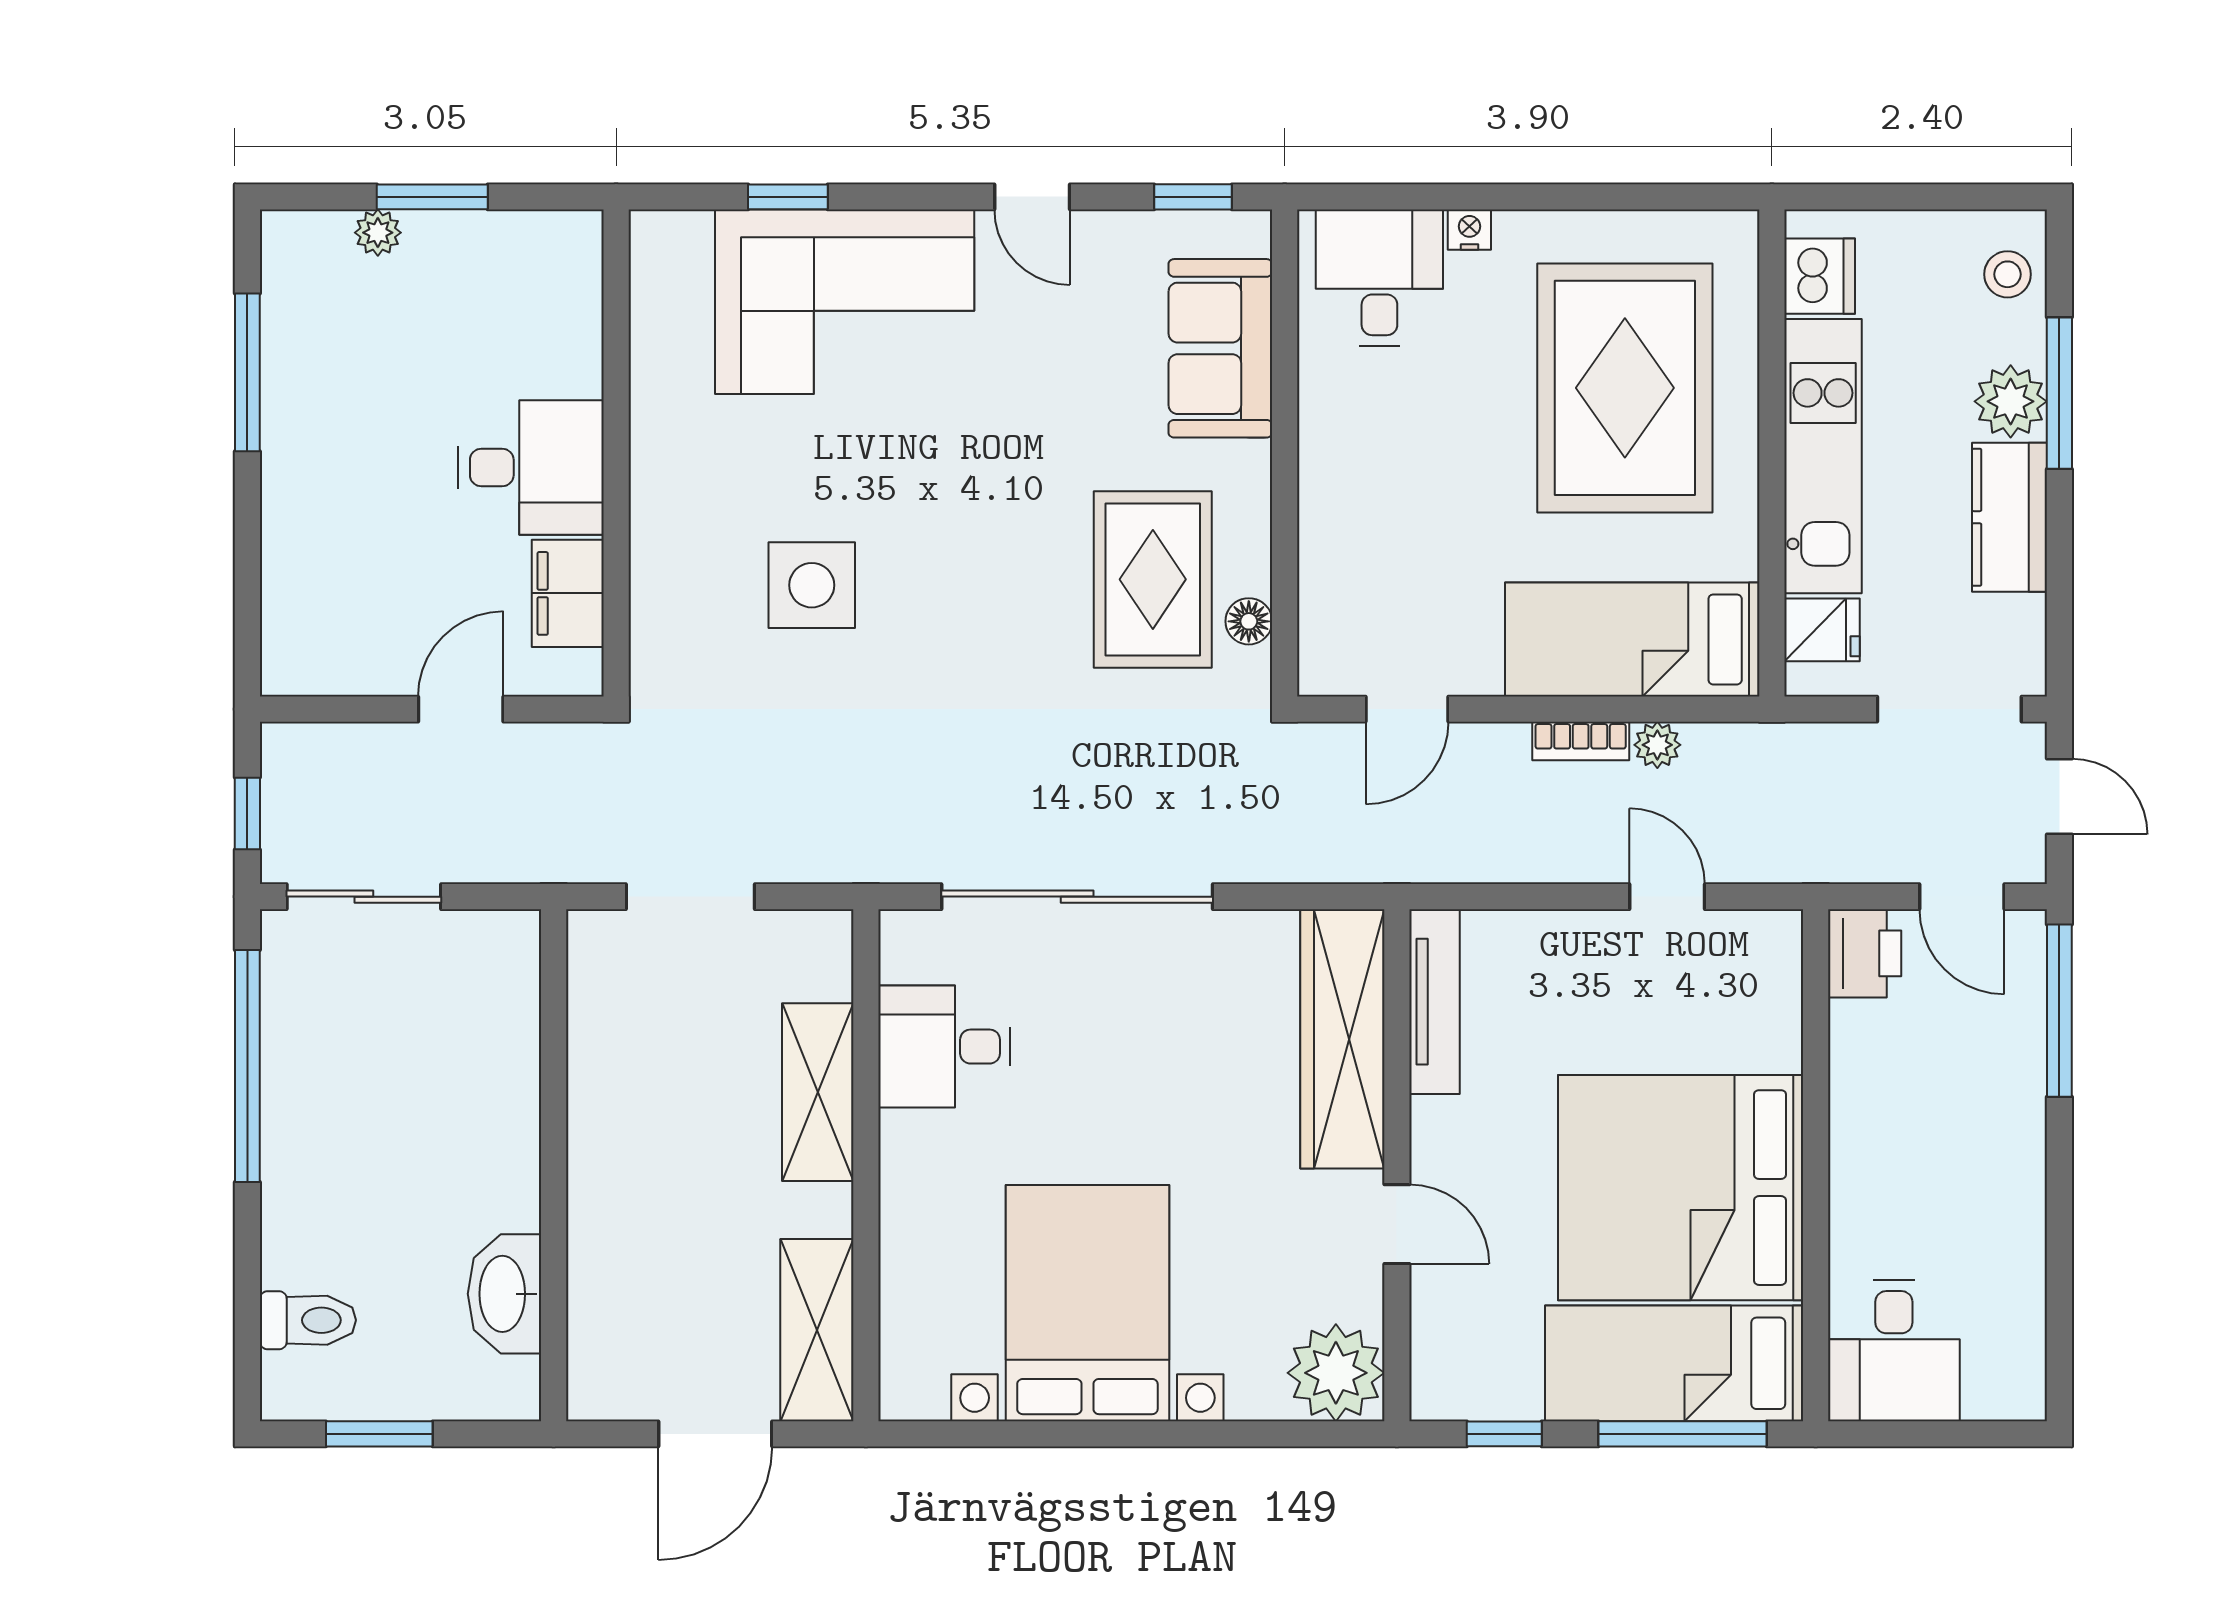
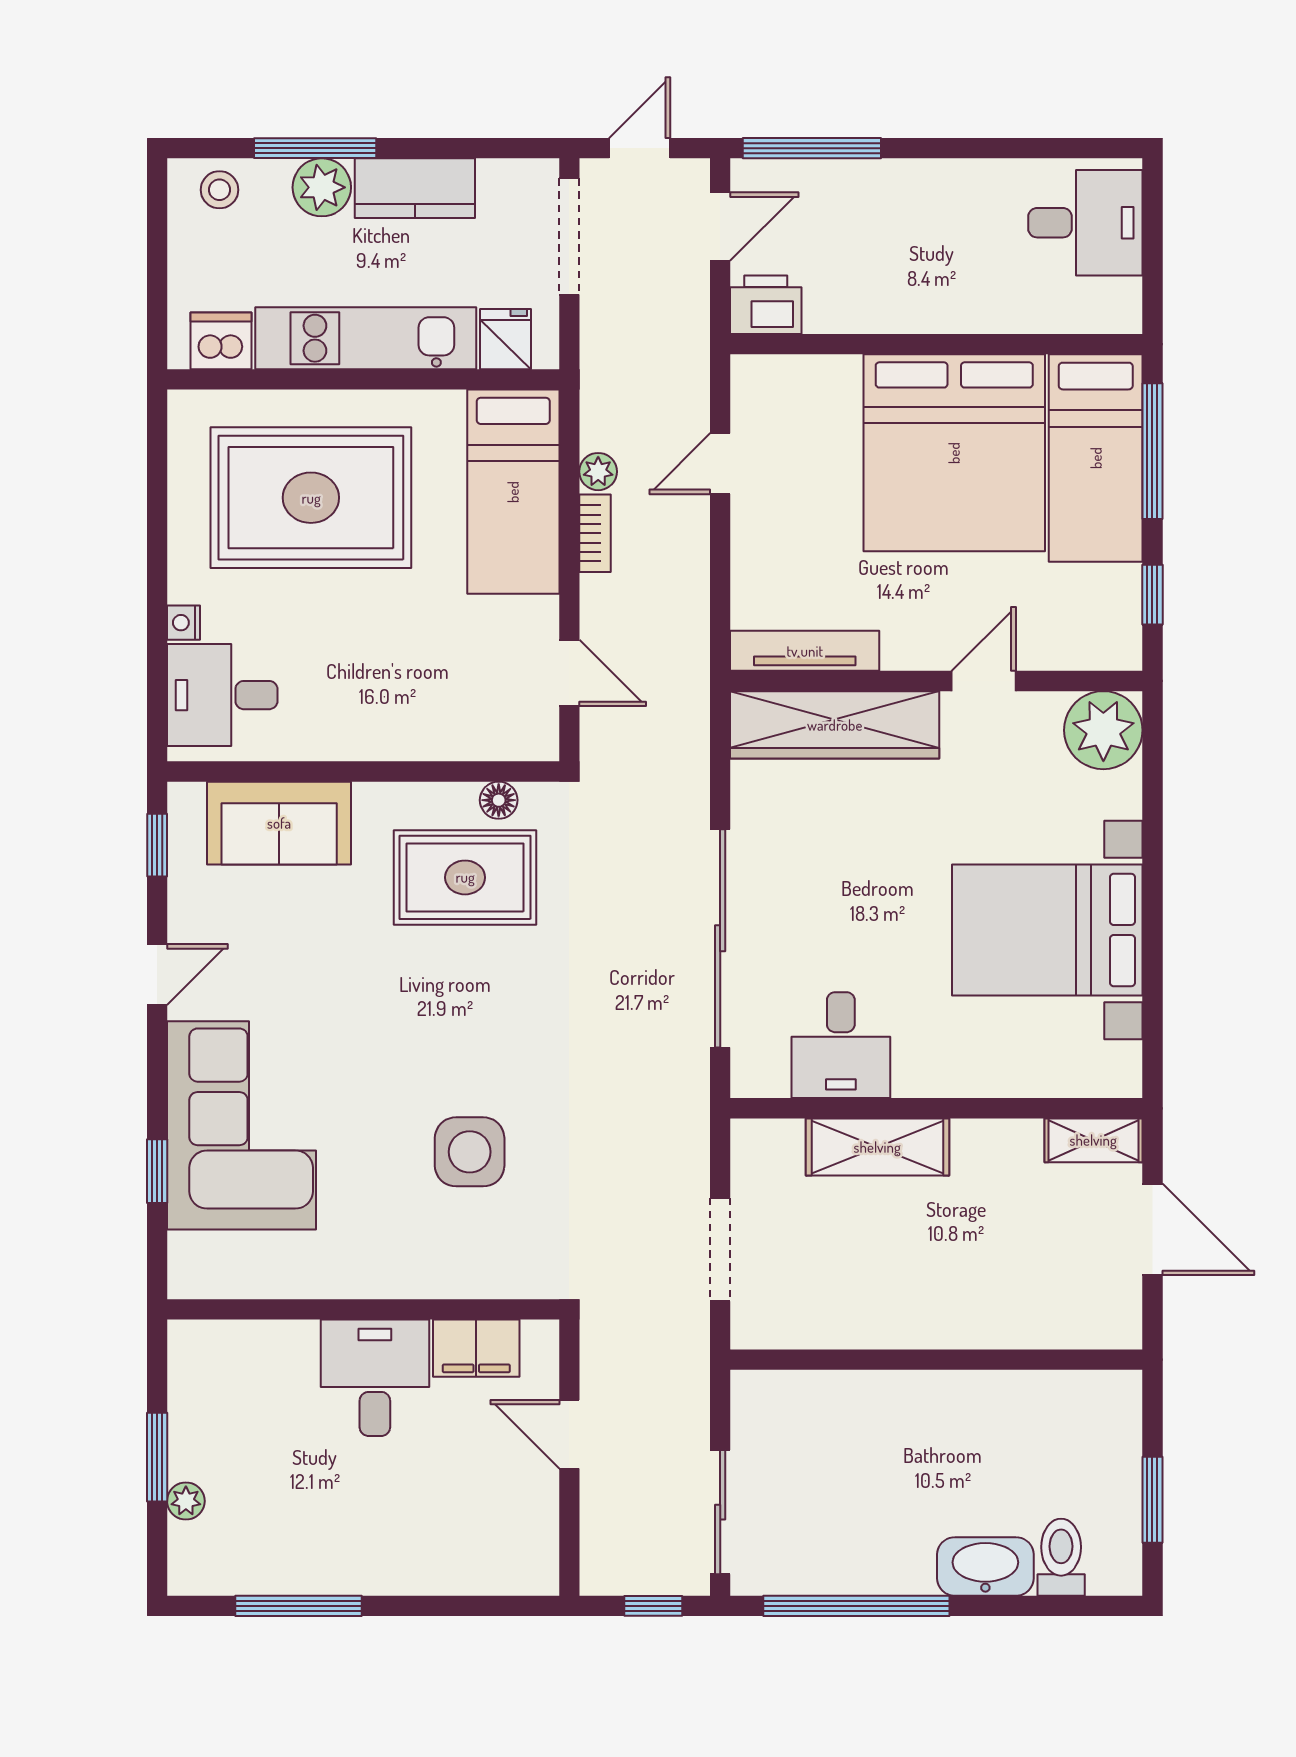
washbasin: (504, 1294) -> (985, 1566), moved, turned 180
shelving: (817, 1330) -> (1093, 1140), width x0.67, depth x0.75
desk: (1894, 1350) -> (1085, 223), moved

